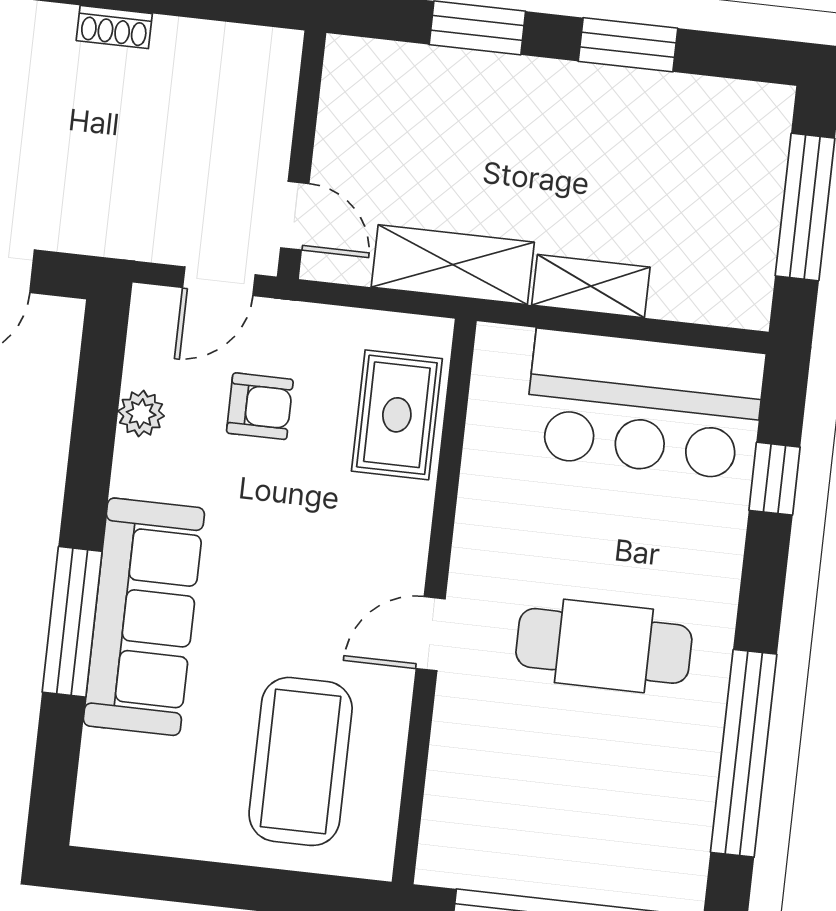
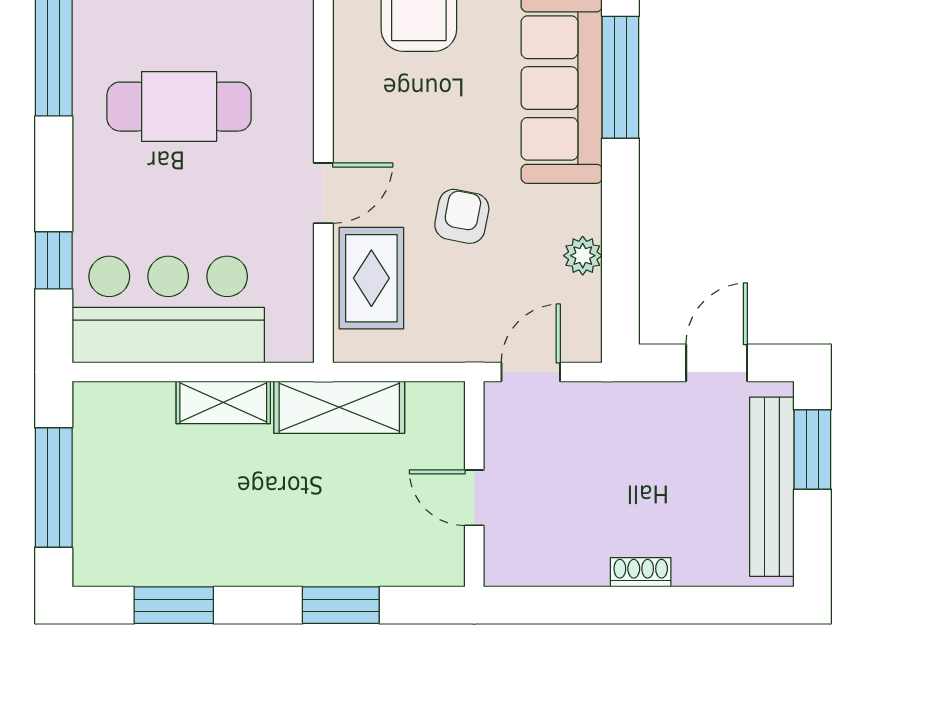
window: (628, 45) -> (174, 605), moved
door: (295, 216) -> (474, 498), moved
armchair: (260, 406) -> (462, 216), moved, turned 101
door: (431, 634) -> (323, 193), moved

